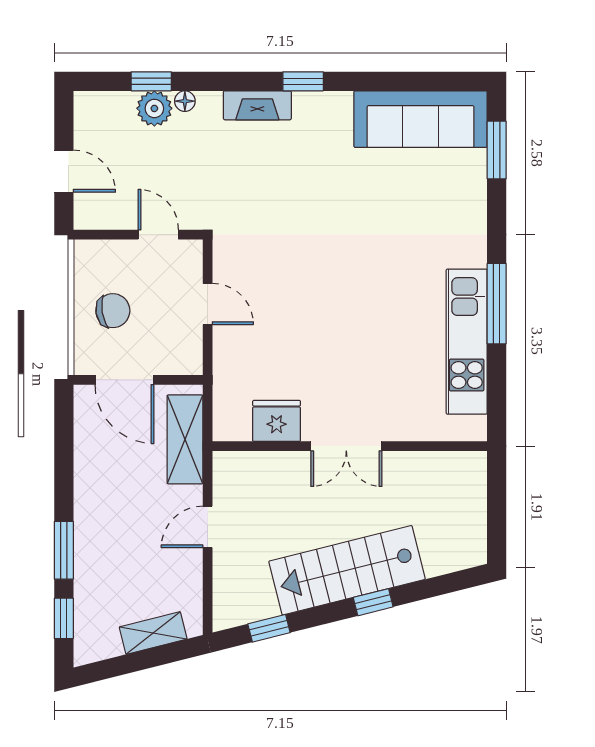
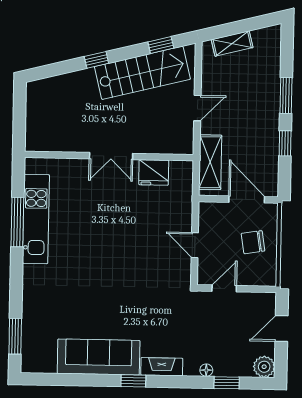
plant: (154, 108) -> (264, 367), moved
sofa: (421, 119) -> (99, 357), moved
door: (64, 171) -> (282, 329), hinge flipped
door: (158, 235) -> (224, 288), swing flipped
window: (497, 304) -> (17, 222), moved
double door: (346, 446) -> (111, 156), swing flipped
stairs: (347, 570) -> (142, 73), moved
window: (64, 618) -> (285, 143), moved

